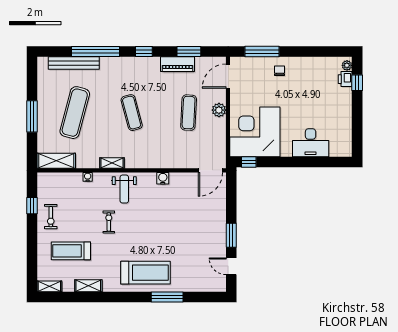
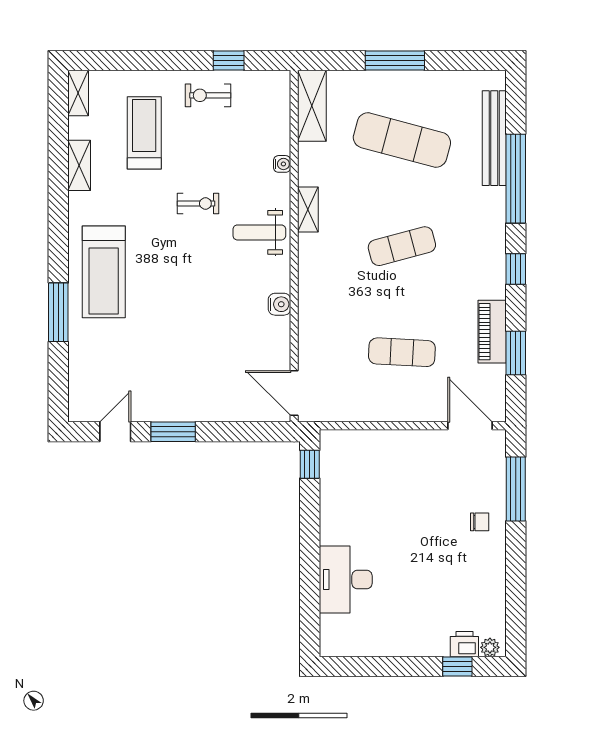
plant: (219, 110) -> (407, 409), removed
corner desk: (255, 132) -> (366, 476), removed

